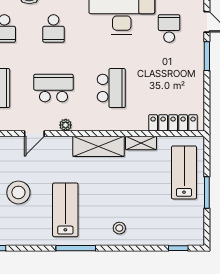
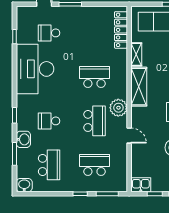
school desk: (53, 28) -> (49, 121), turned 180
school desk: (53, 88) -> (94, 121), turned 180
plant: (66, 125) -> (118, 108), width x1.87, depth x1.87

